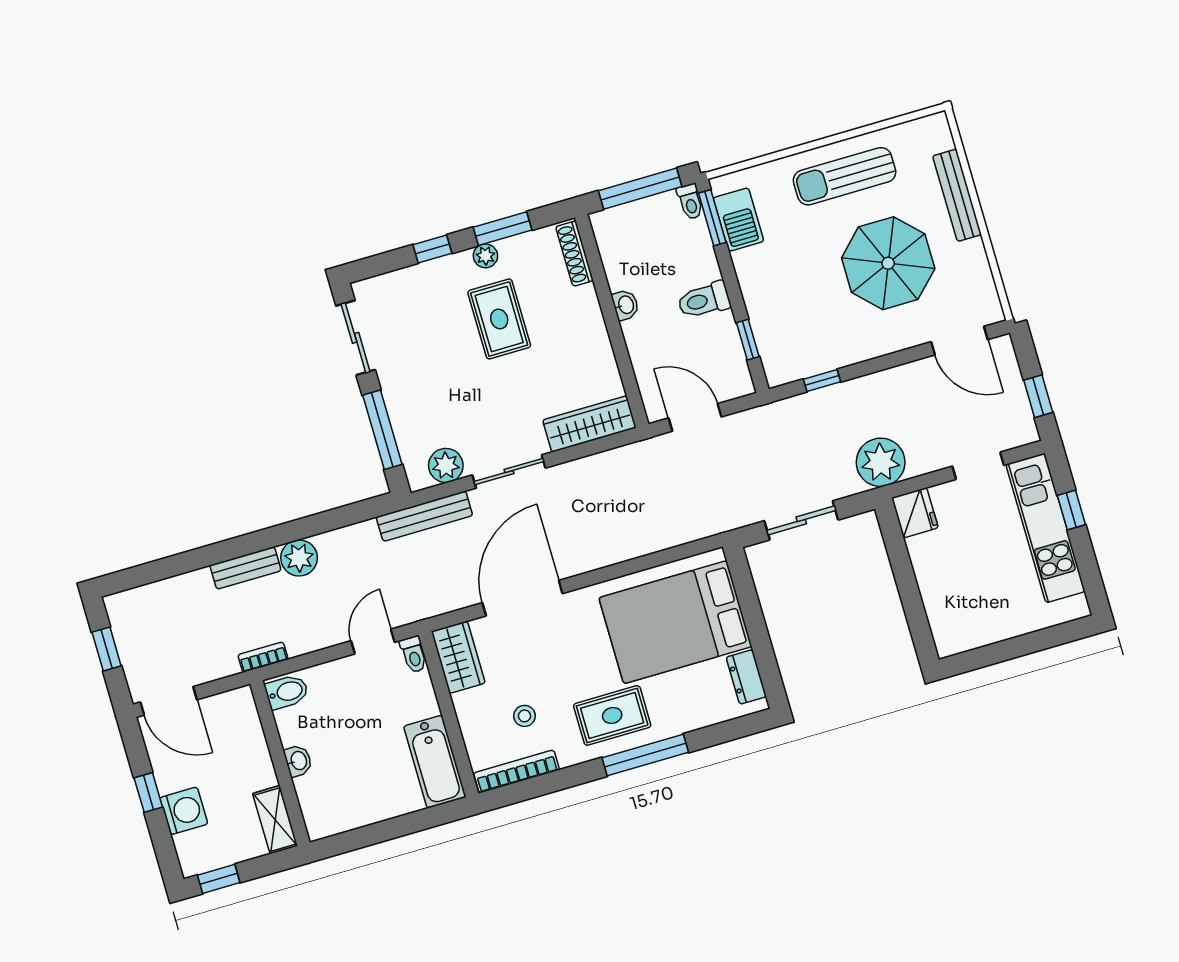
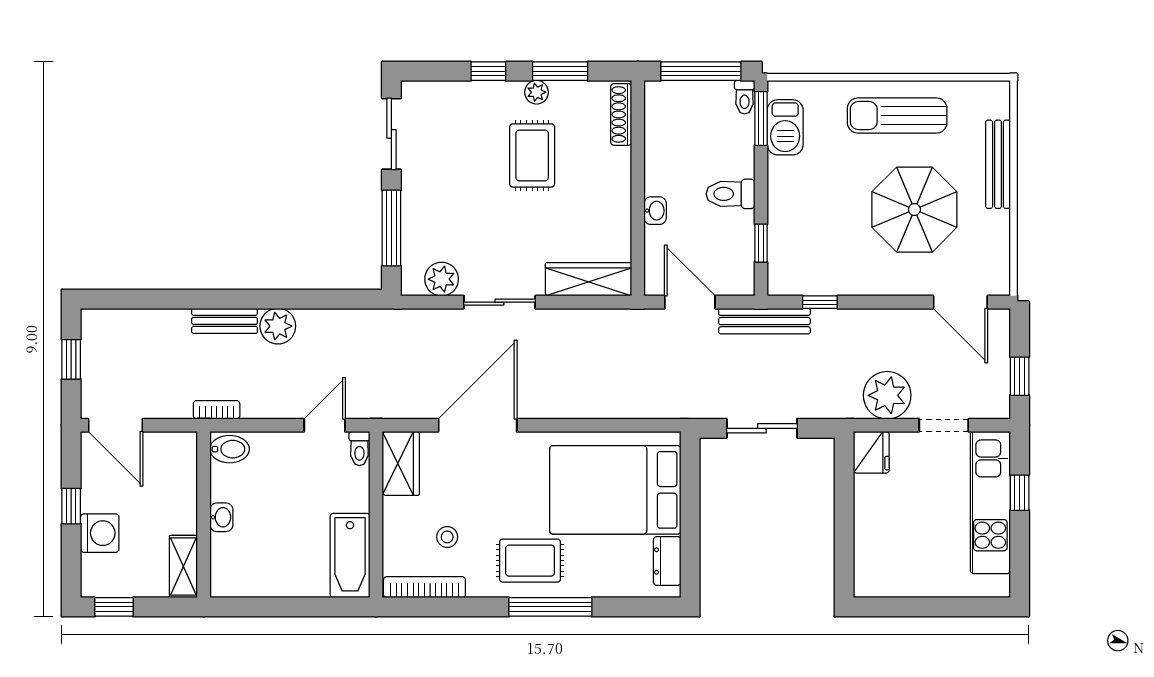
washbasin: (625, 305) -> (655, 211), moved
plant: (881, 462) -> (887, 395), moved
bench: (424, 516) -> (764, 321), moved

